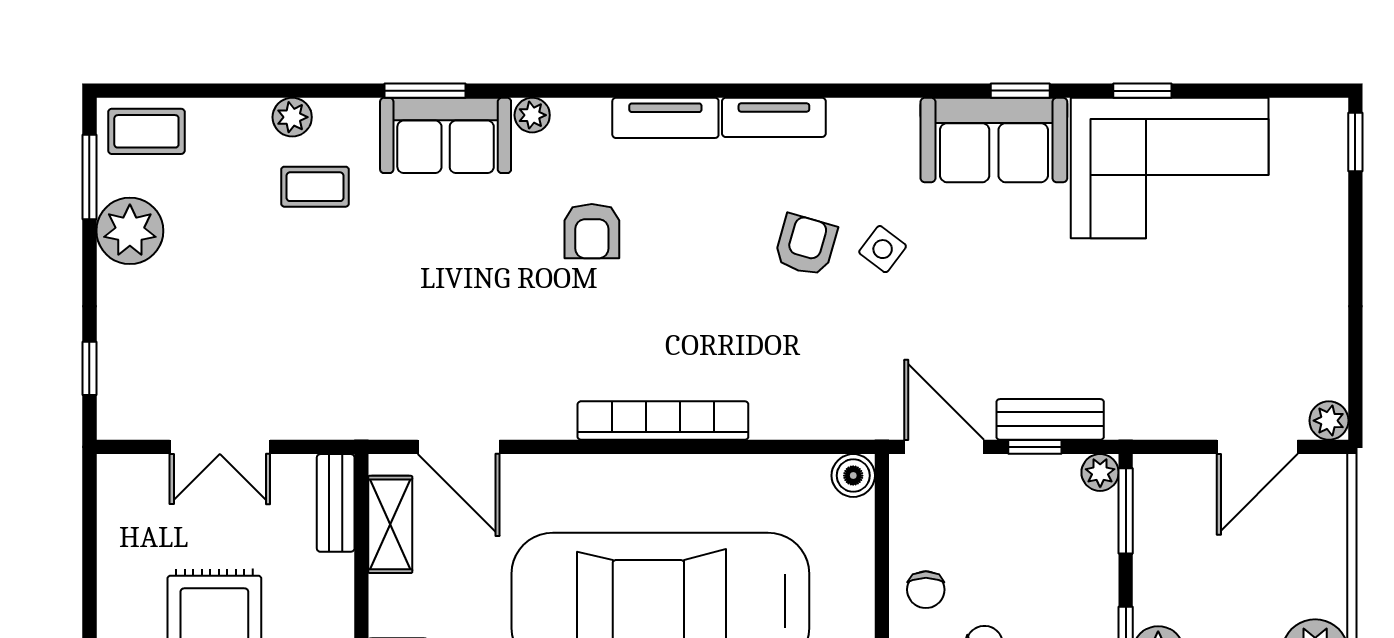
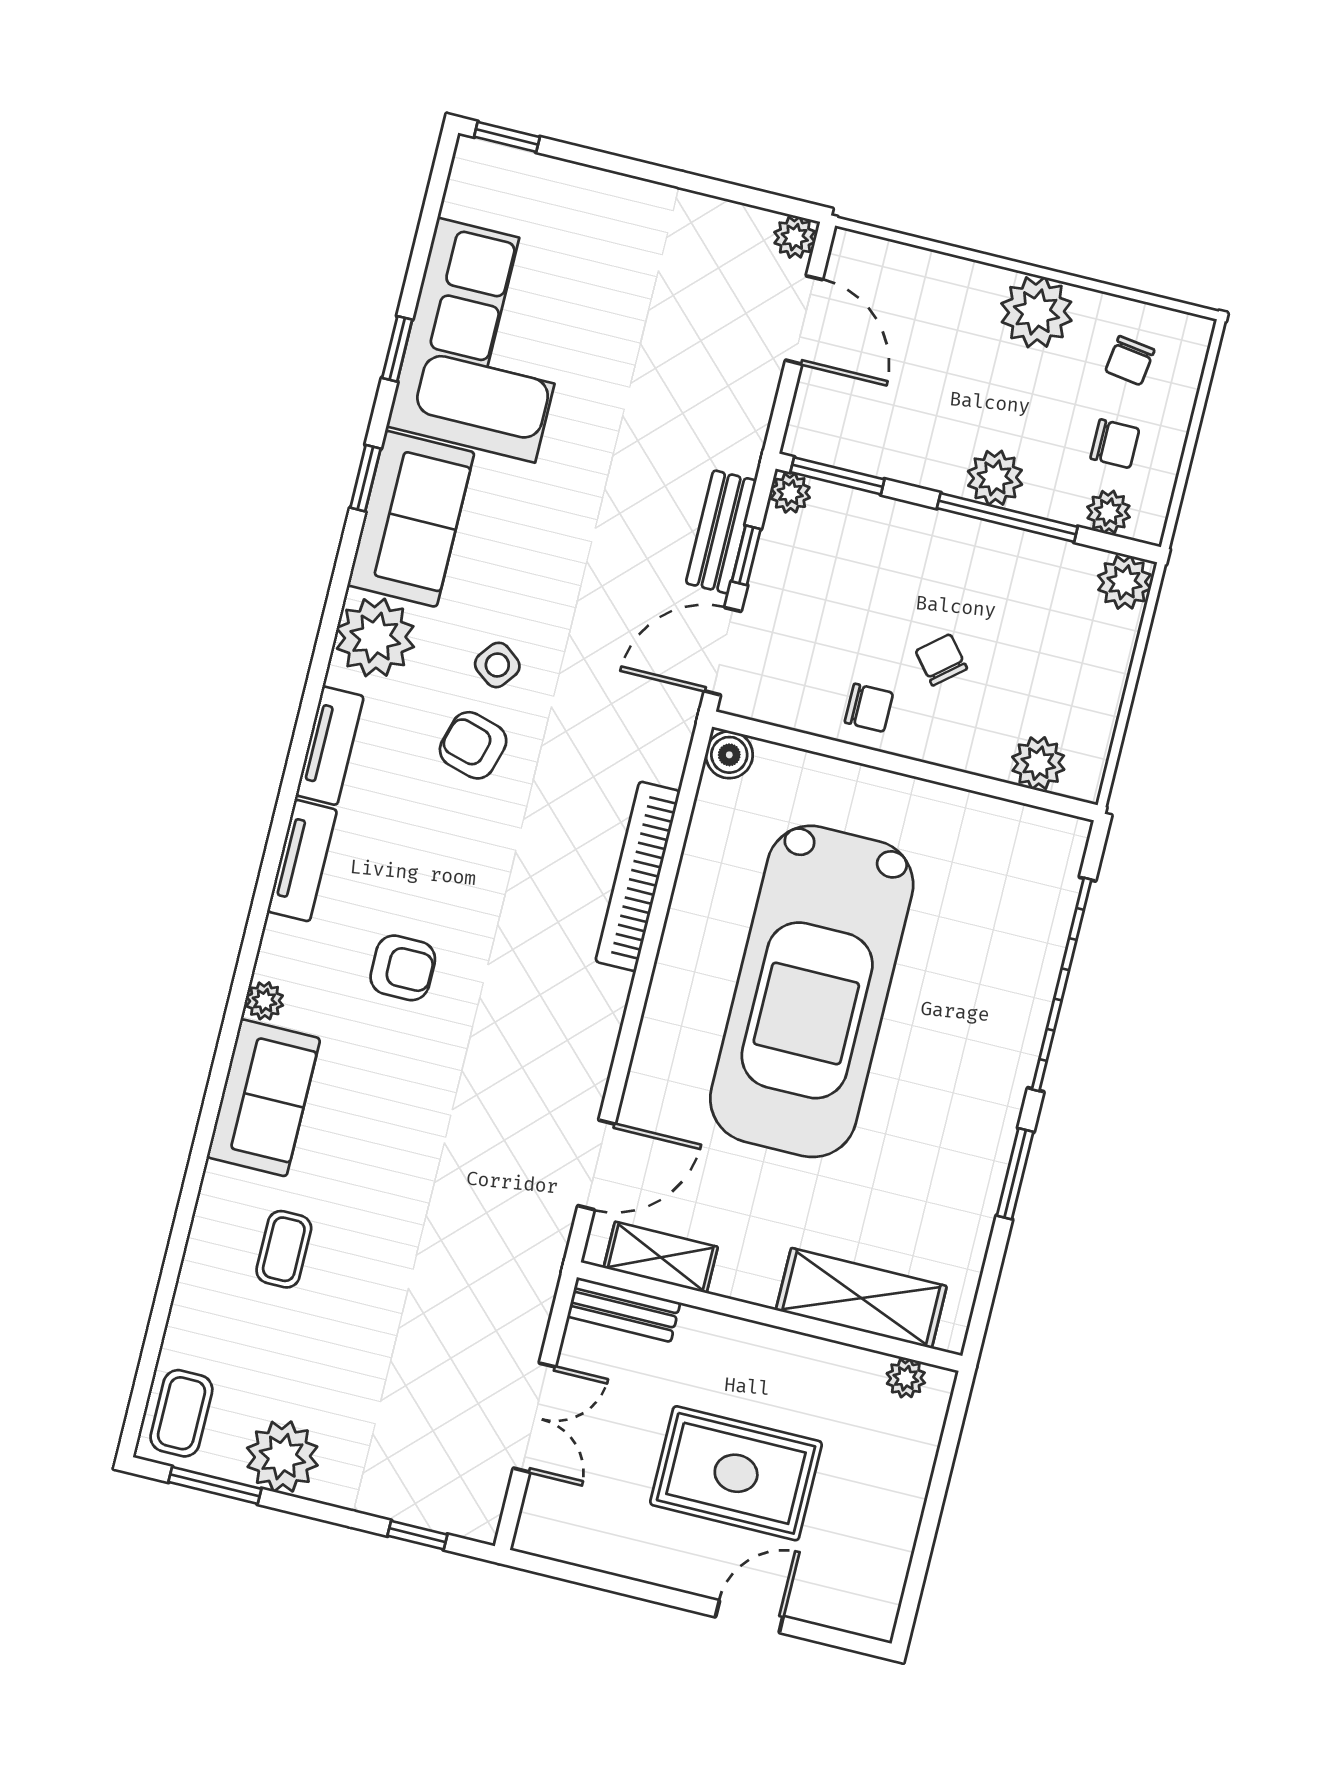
window: (425, 91) -> (211, 1108), removed
plant: (292, 117) -> (375, 637), moved, width x1.88, depth x1.88
bookcase: (663, 421) -> (638, 876), moved

